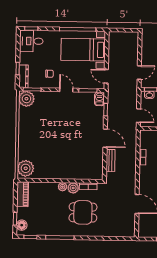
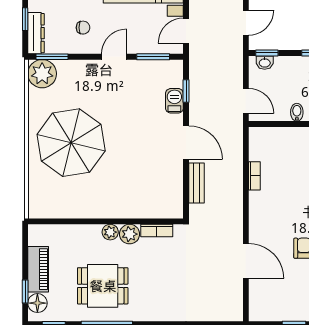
door: (106, 76) -> (186, 31), hinge flipped
door: (66, 90) -> (114, 57), hinge flipped
barbecue: (99, 99) -> (174, 101), moved
parasol: (42, 137) -> (71, 143), added
plant: (26, 168) -> (43, 200), removed
piano: (23, 194) -> (38, 269), moved
dining table: (83, 212) -> (103, 286), moved

